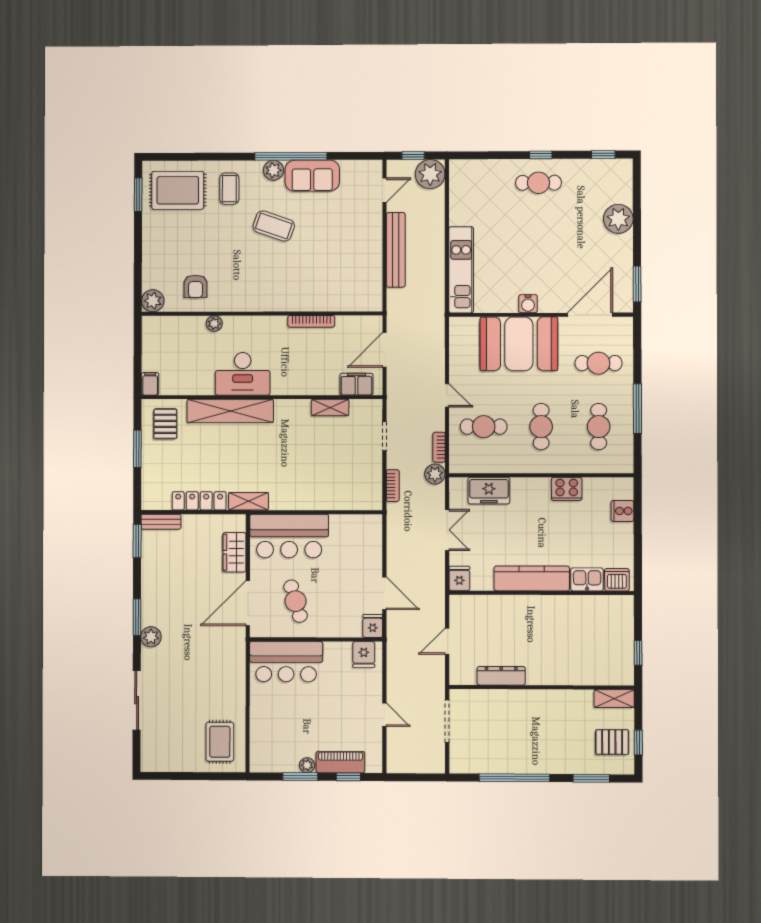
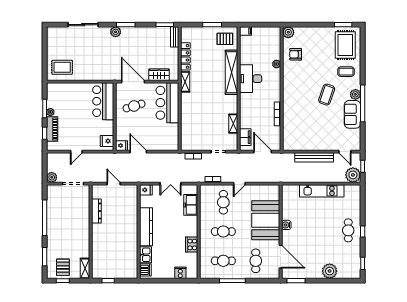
kitchen unit: (461, 270) -> (322, 191), moved
plant: (435, 474) -> (52, 177), moved
door: (384, 593) -> (138, 152), swing flipped

